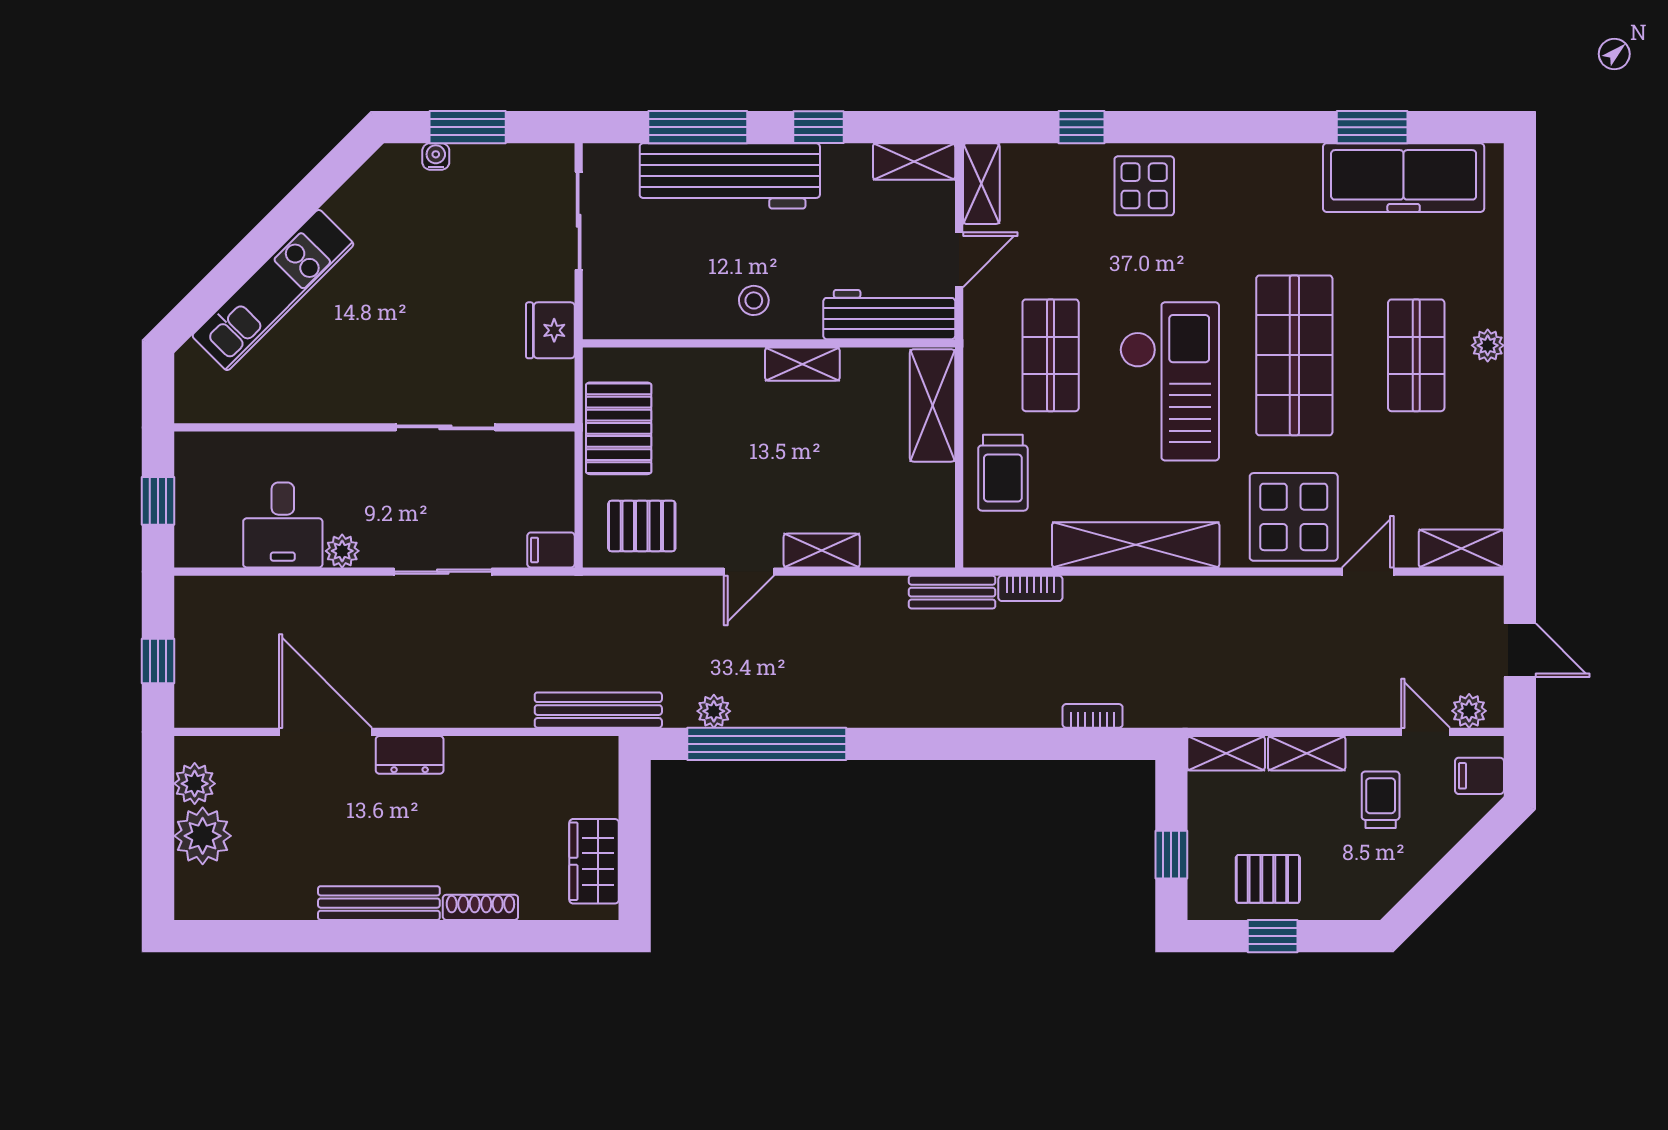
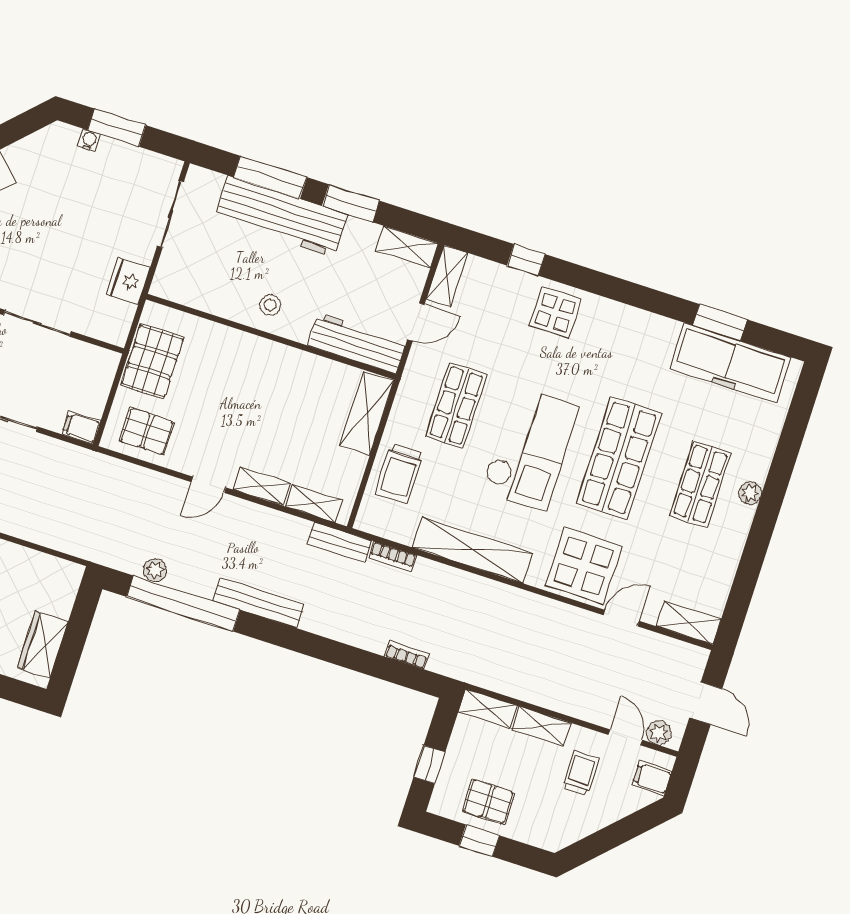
window: (819, 127) -> (351, 203), width x1.50
shelving: (802, 364) -> (314, 503), moved
bench: (598, 710) -> (259, 603), moved

